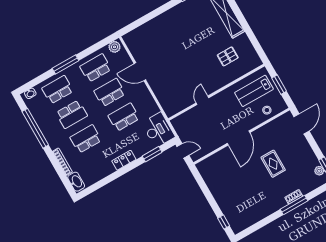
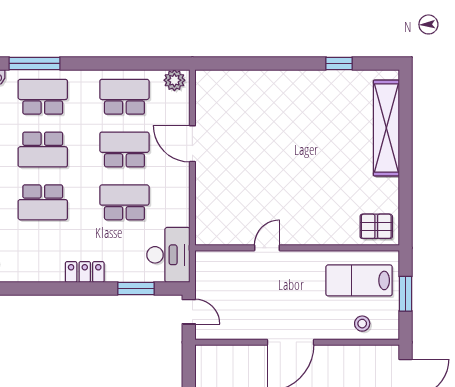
pallet: (228, 56) -> (376, 226), moved
window: (65, 65) -> (35, 63), moved
school desk: (86, 139) -> (43, 202), turned 180

